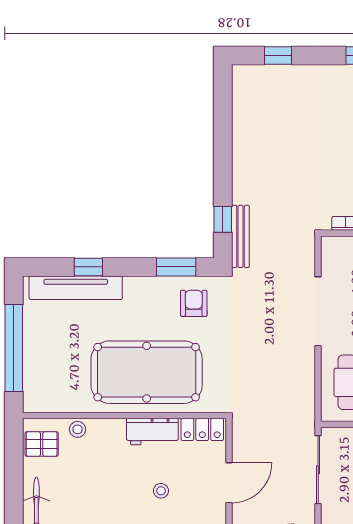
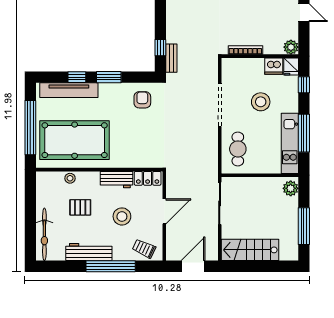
bench: (240, 236) -> (171, 58), width x0.73
window: (176, 267) -> (109, 77), moved
pool table: (147, 372) -> (75, 140), moved
pallet: (42, 444) -> (80, 207), moved
stool: (161, 491) -> (122, 216), width x1.89, depth x1.89

